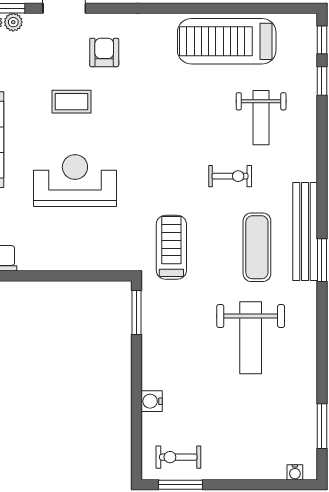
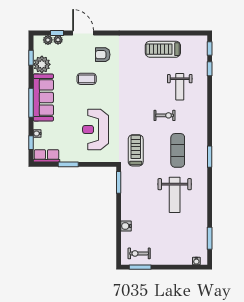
treadmill: (227, 41) -> (163, 49), width x0.73, depth x0.73
armchair: (104, 52) -> (103, 55), turned -90
reception desk: (75, 181) -> (96, 129), moved, turned -90
bench: (305, 231) -> (201, 143), removed
window: (34, 276) -> (68, 164), added

